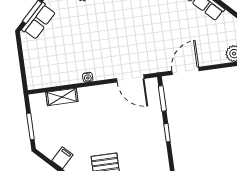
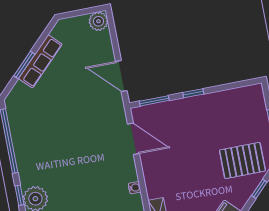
door: (130, 78) -> (133, 139), hinge flipped

